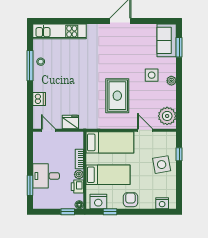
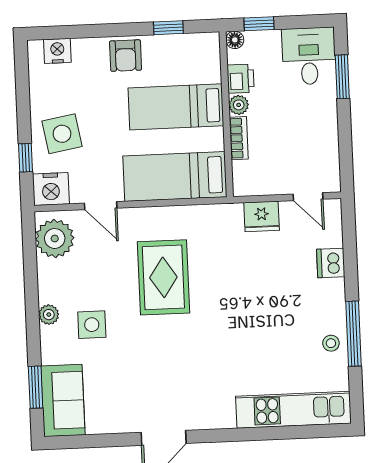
desk: (46, 176) -> (309, 56), moved, turned -90
nightstand: (98, 201) -> (51, 189), moved, turned 180

